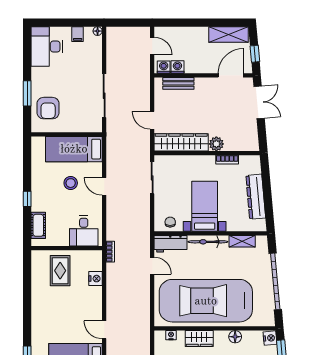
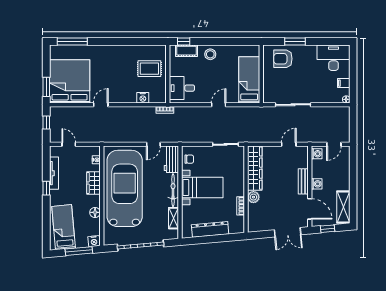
washing machine: (177, 67) -> (317, 184), moved
bench: (178, 83) -> (303, 181), moved
door: (152, 120) -> (289, 144), moved
stool: (71, 183) -> (210, 54), moved
window: (27, 199) -> (184, 41), moved

